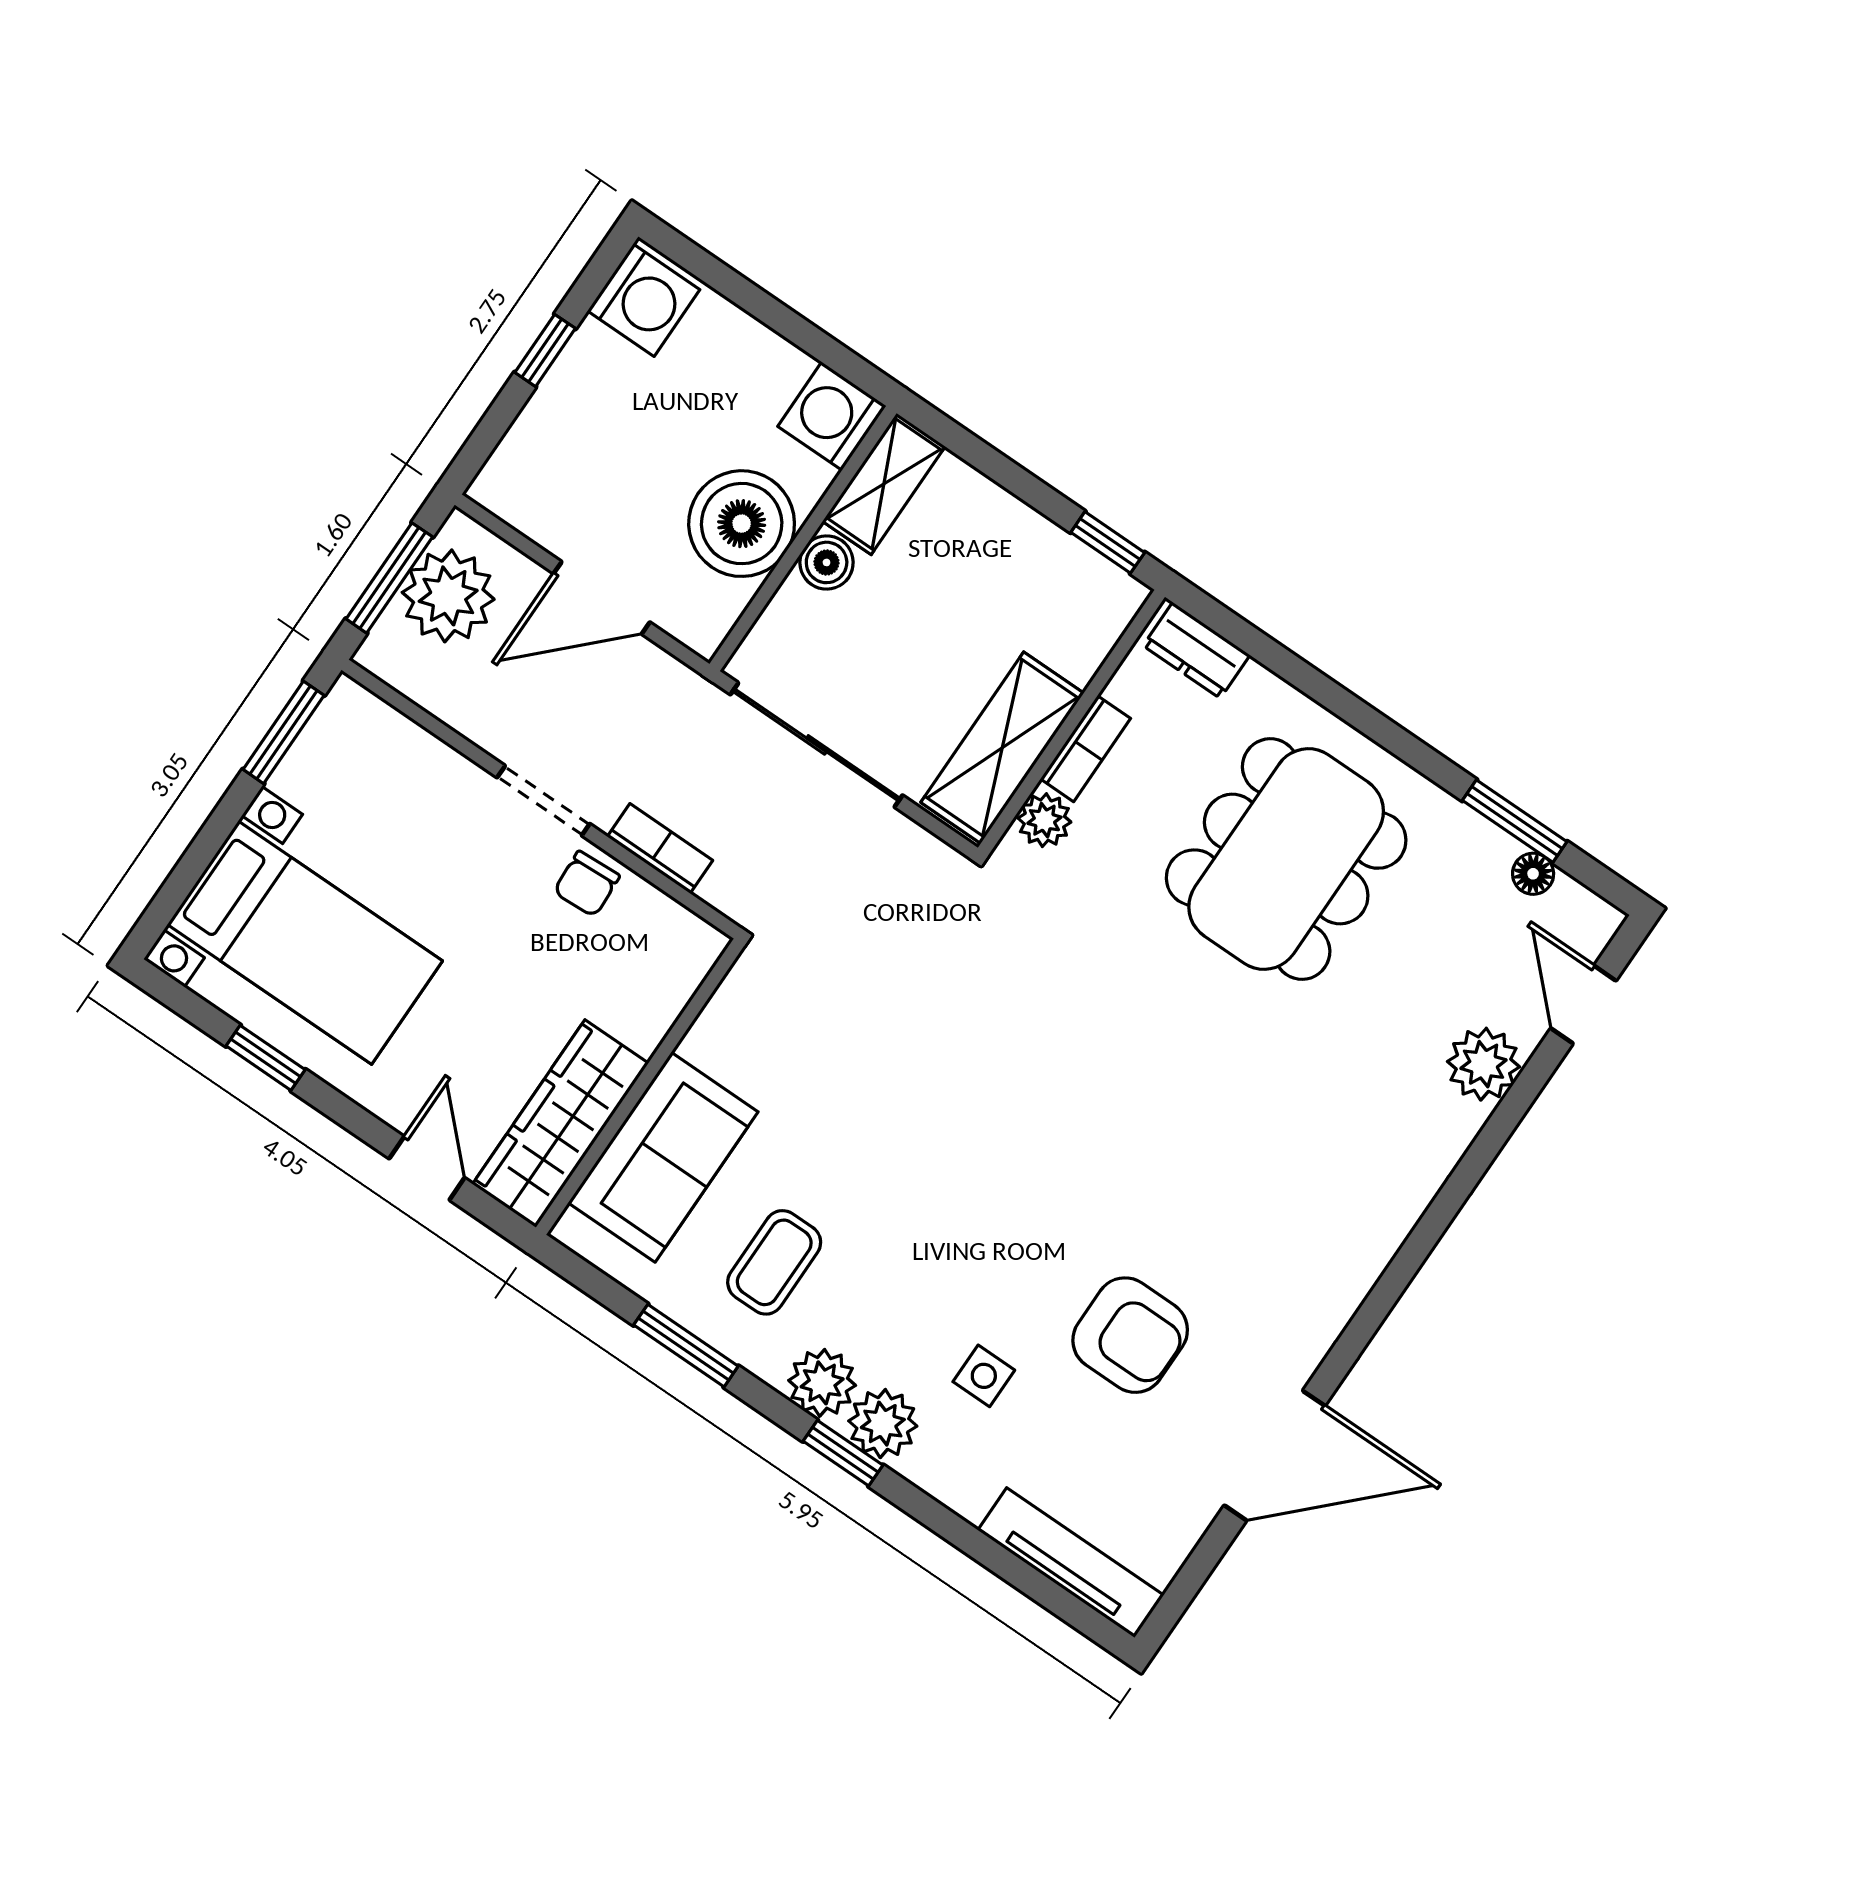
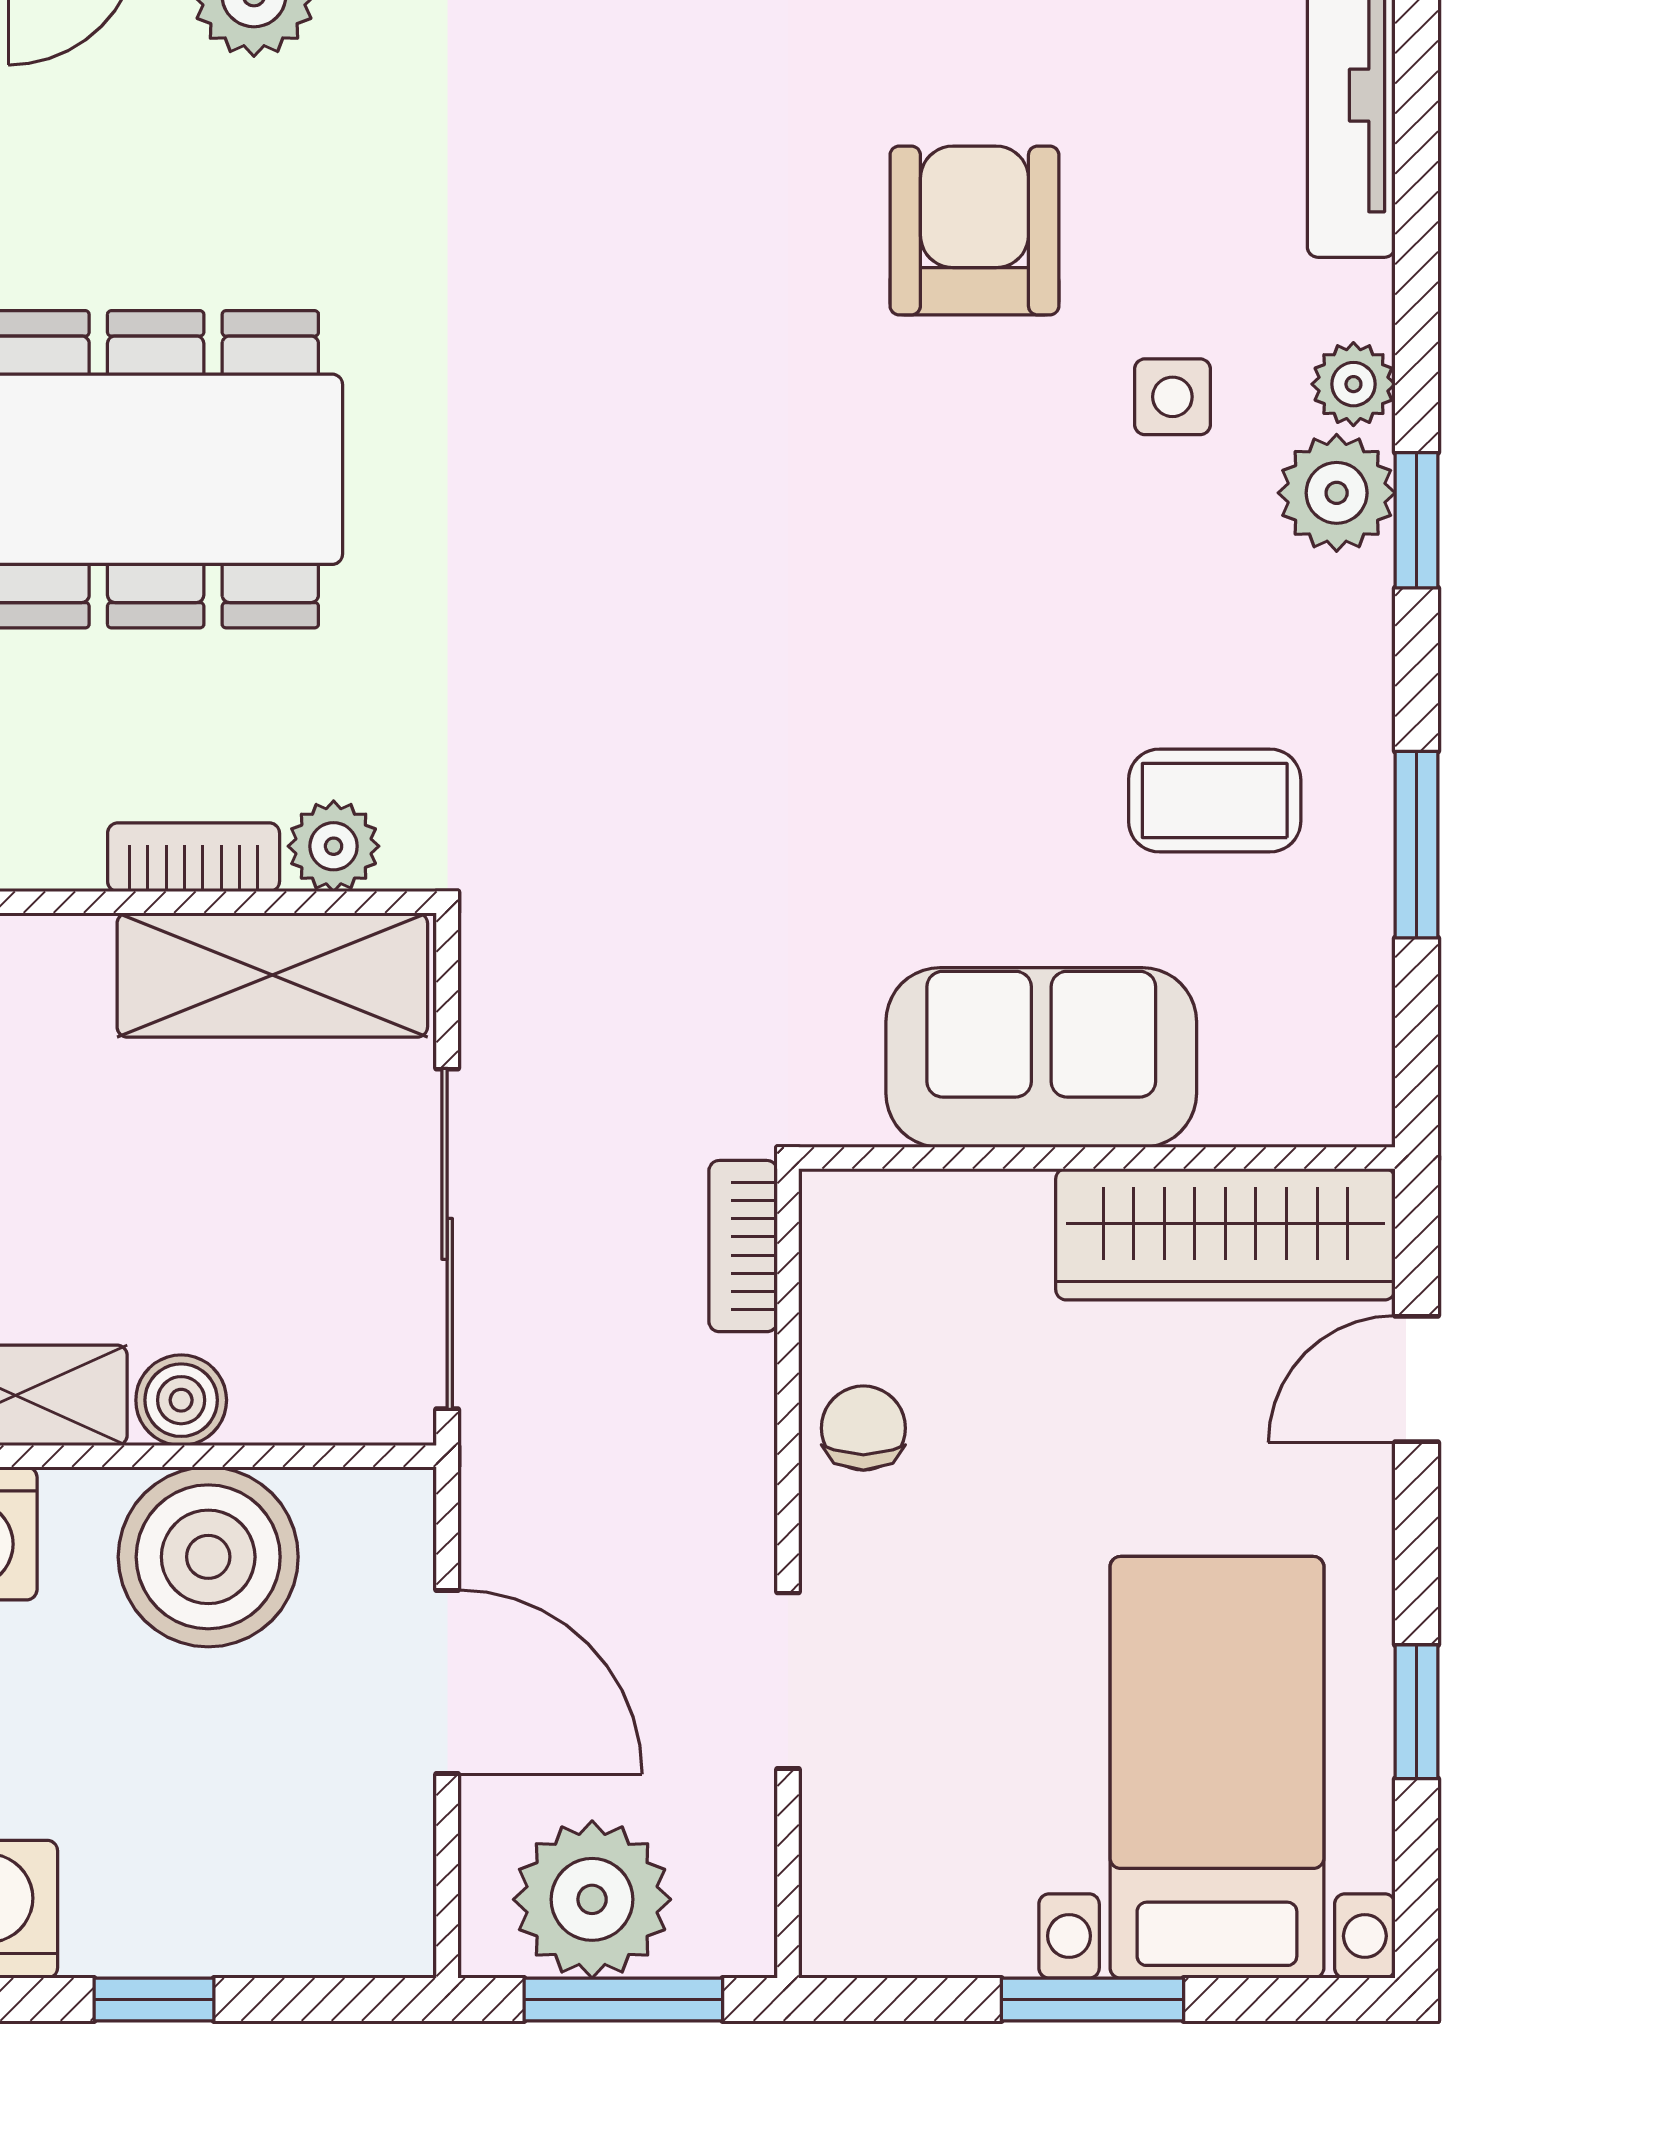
window: (284, 732) -> (1093, 1999), moved
doorway: (543, 801) -> (788, 1681), moved
bookcase: (660, 848) -> (743, 1246), moved
chair: (587, 884) -> (863, 1428), turned -87
sofa: (663, 1157) -> (1041, 1057), moved
plant: (822, 1383) -> (1353, 384), moved, width x0.73, depth x0.73

